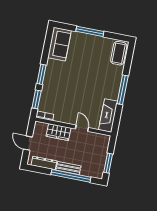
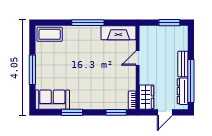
window: (42, 74) -> (72, 112), moved
wardrobe: (58, 132) -> (147, 97), moved
window: (71, 176) -> (191, 81), moved

